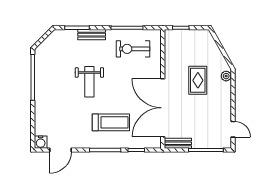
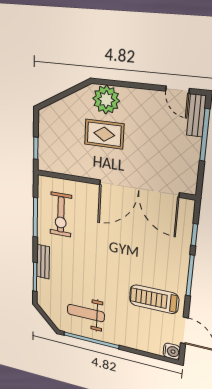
plant: (226, 76) -> (106, 100), width x1.88, depth x1.88
weight bench: (89, 82) -> (86, 313), moved, turned 180
treadmill: (111, 122) -> (154, 299), moved, turned -90
door: (233, 129) -> (177, 90), swing flipped
bench: (178, 143) -> (196, 116), moved

